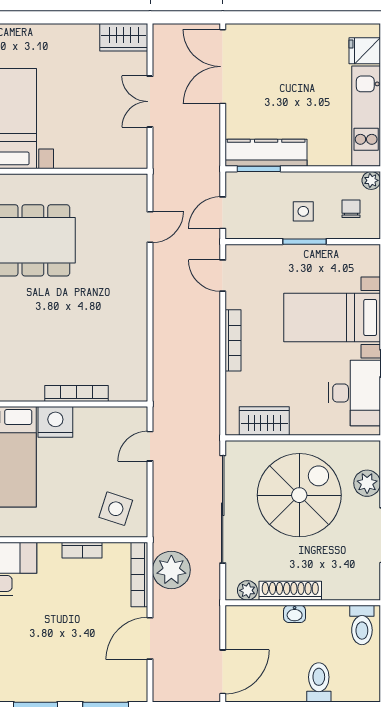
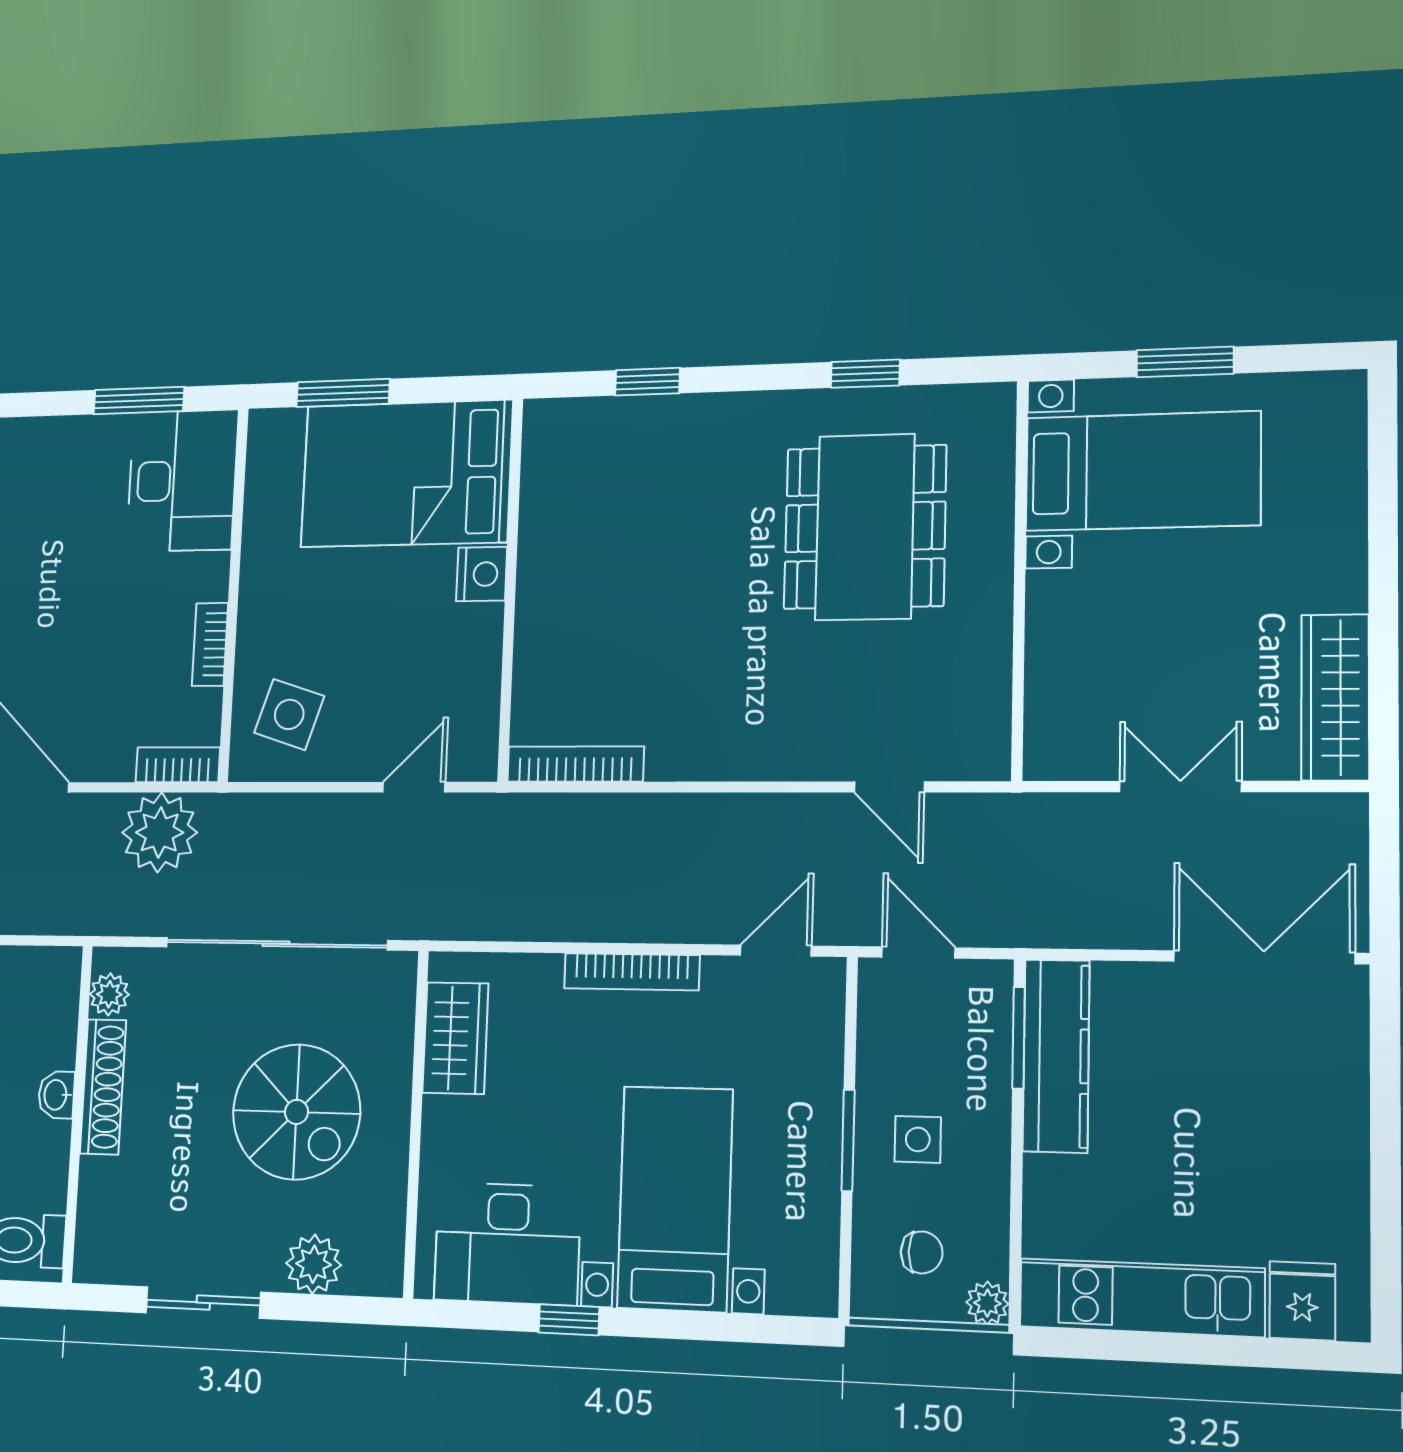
wardrobe: (124, 37) -> (1335, 697), width x1.50
bookcase: (76, 393) -> (575, 764), moved, turned -90
nightstand: (55, 422) -> (482, 574), width x0.74, depth x0.75
door: (150, 446) -> (414, 787), hinge flipped
spiral stairs: (299, 495) -> (296, 1112), width x0.73, depth x0.73
bookcase: (139, 574) -> (178, 765), width x0.64

